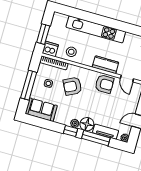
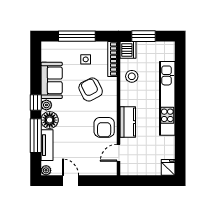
sofa: (41, 110) -> (52, 80), moved

